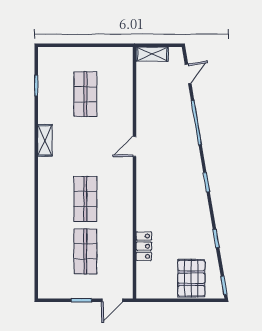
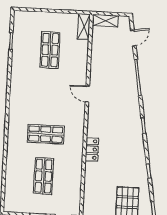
shelving: (45, 140) -> (84, 27), moved
door: (135, 146) -> (87, 94), hinge flipped
shop shelf: (85, 199) -> (46, 134), turned 90
locker: (144, 246) -> (92, 149), moved

